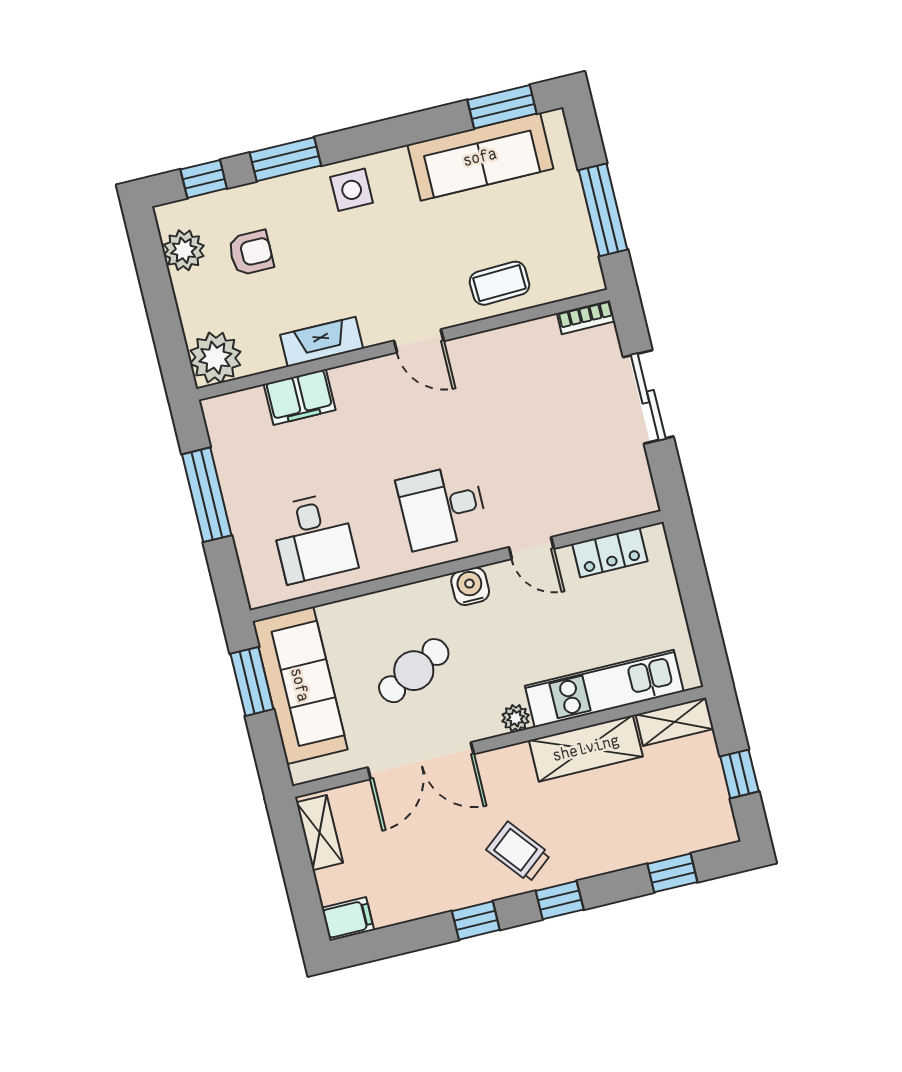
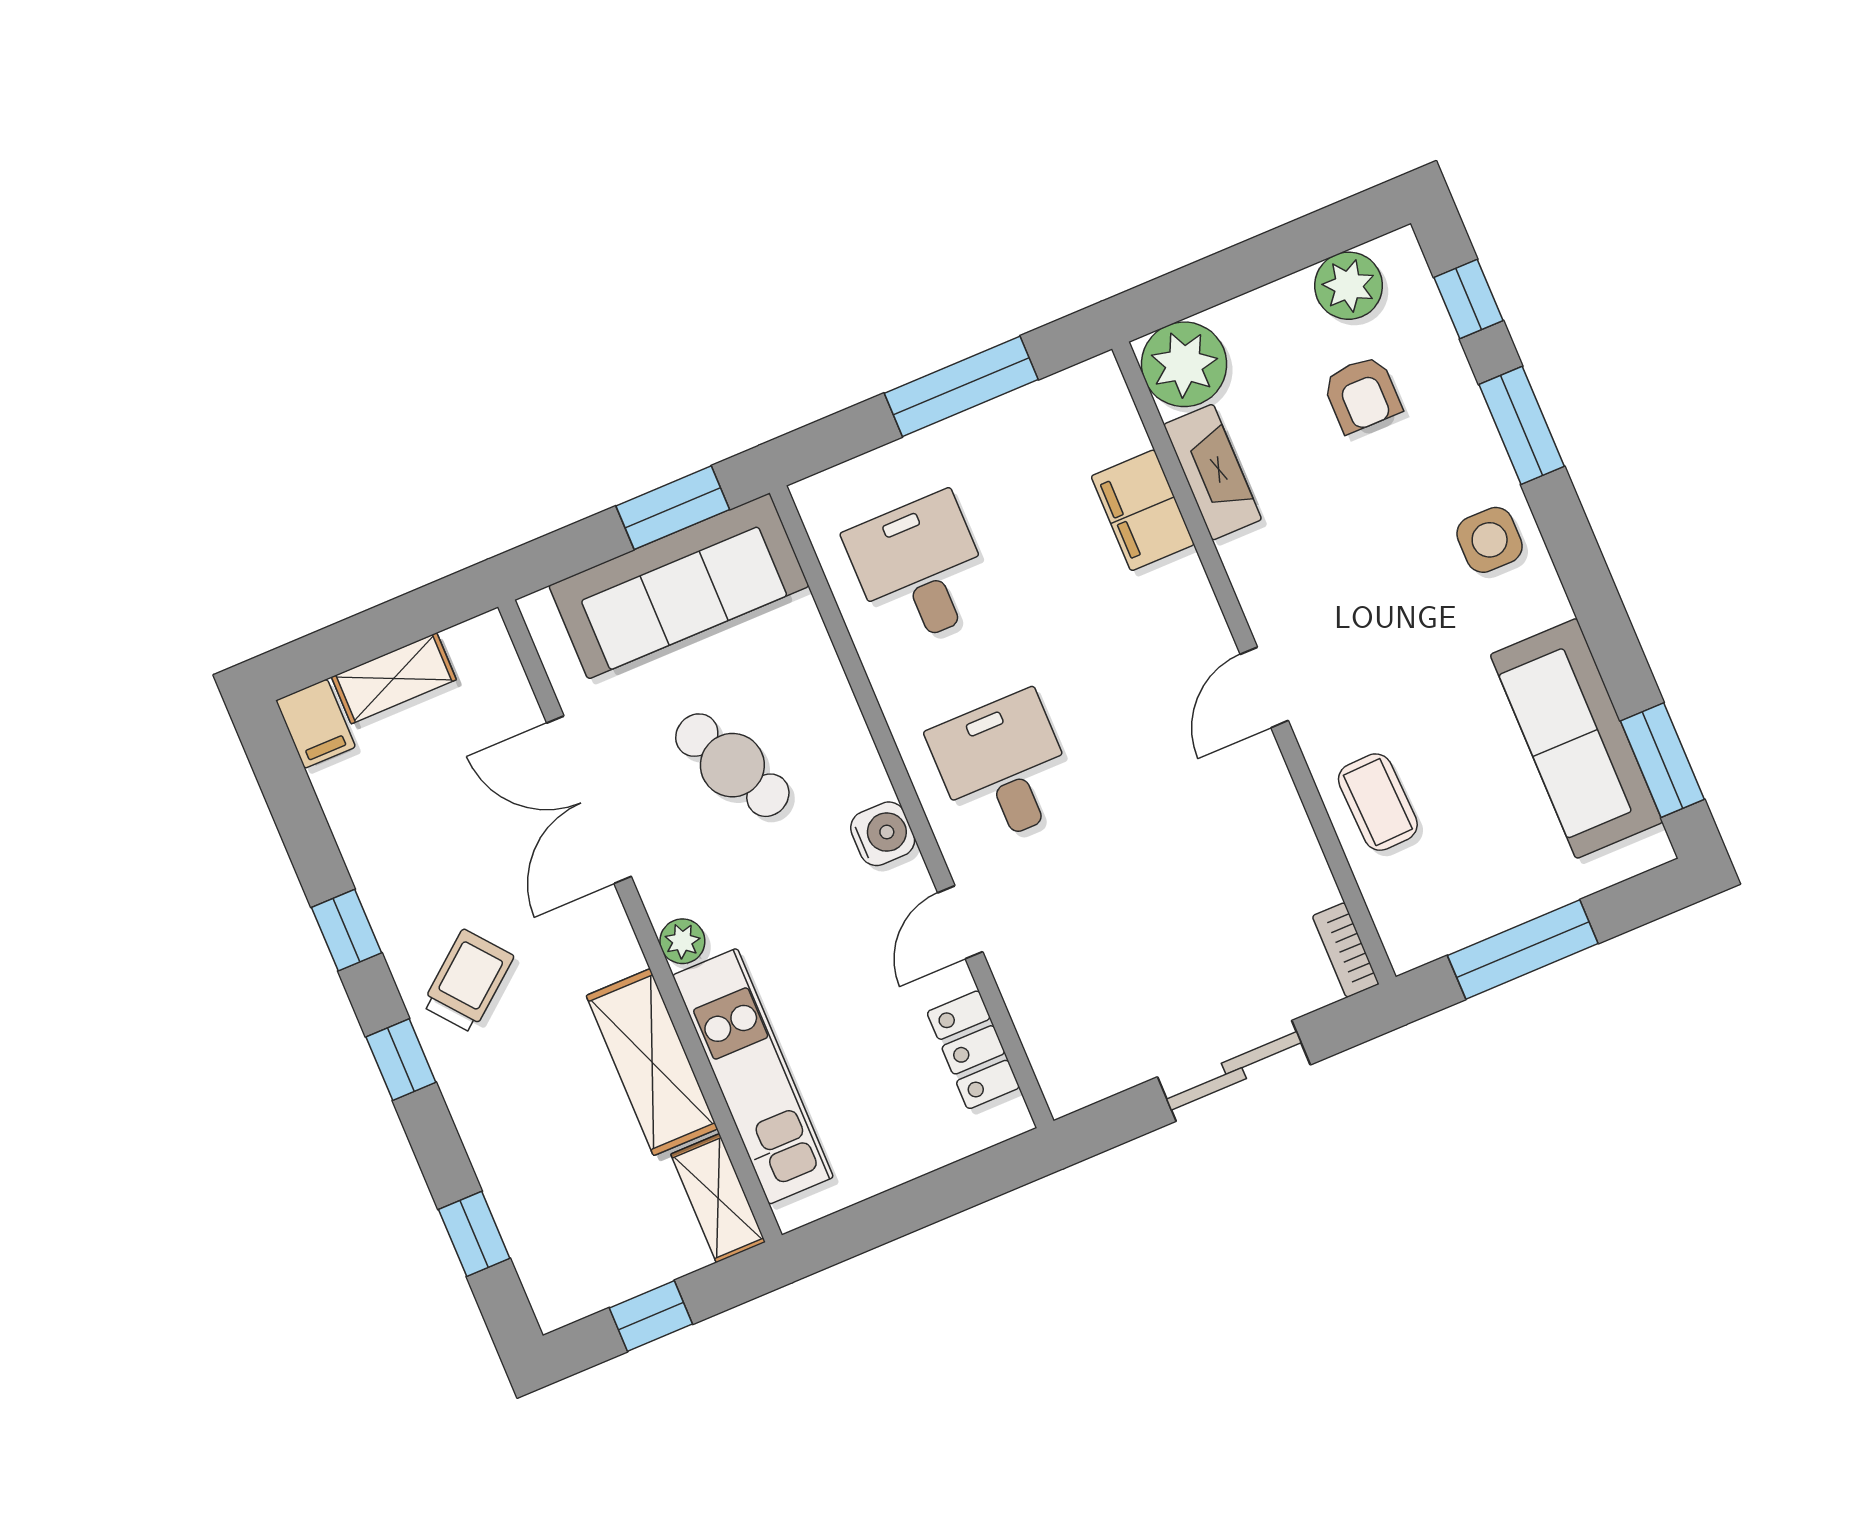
fireplace: (322, 342) -> (1213, 472), moved
desk: (314, 538) -> (920, 570), turned 90
shelving: (320, 833) -> (394, 678), moved

